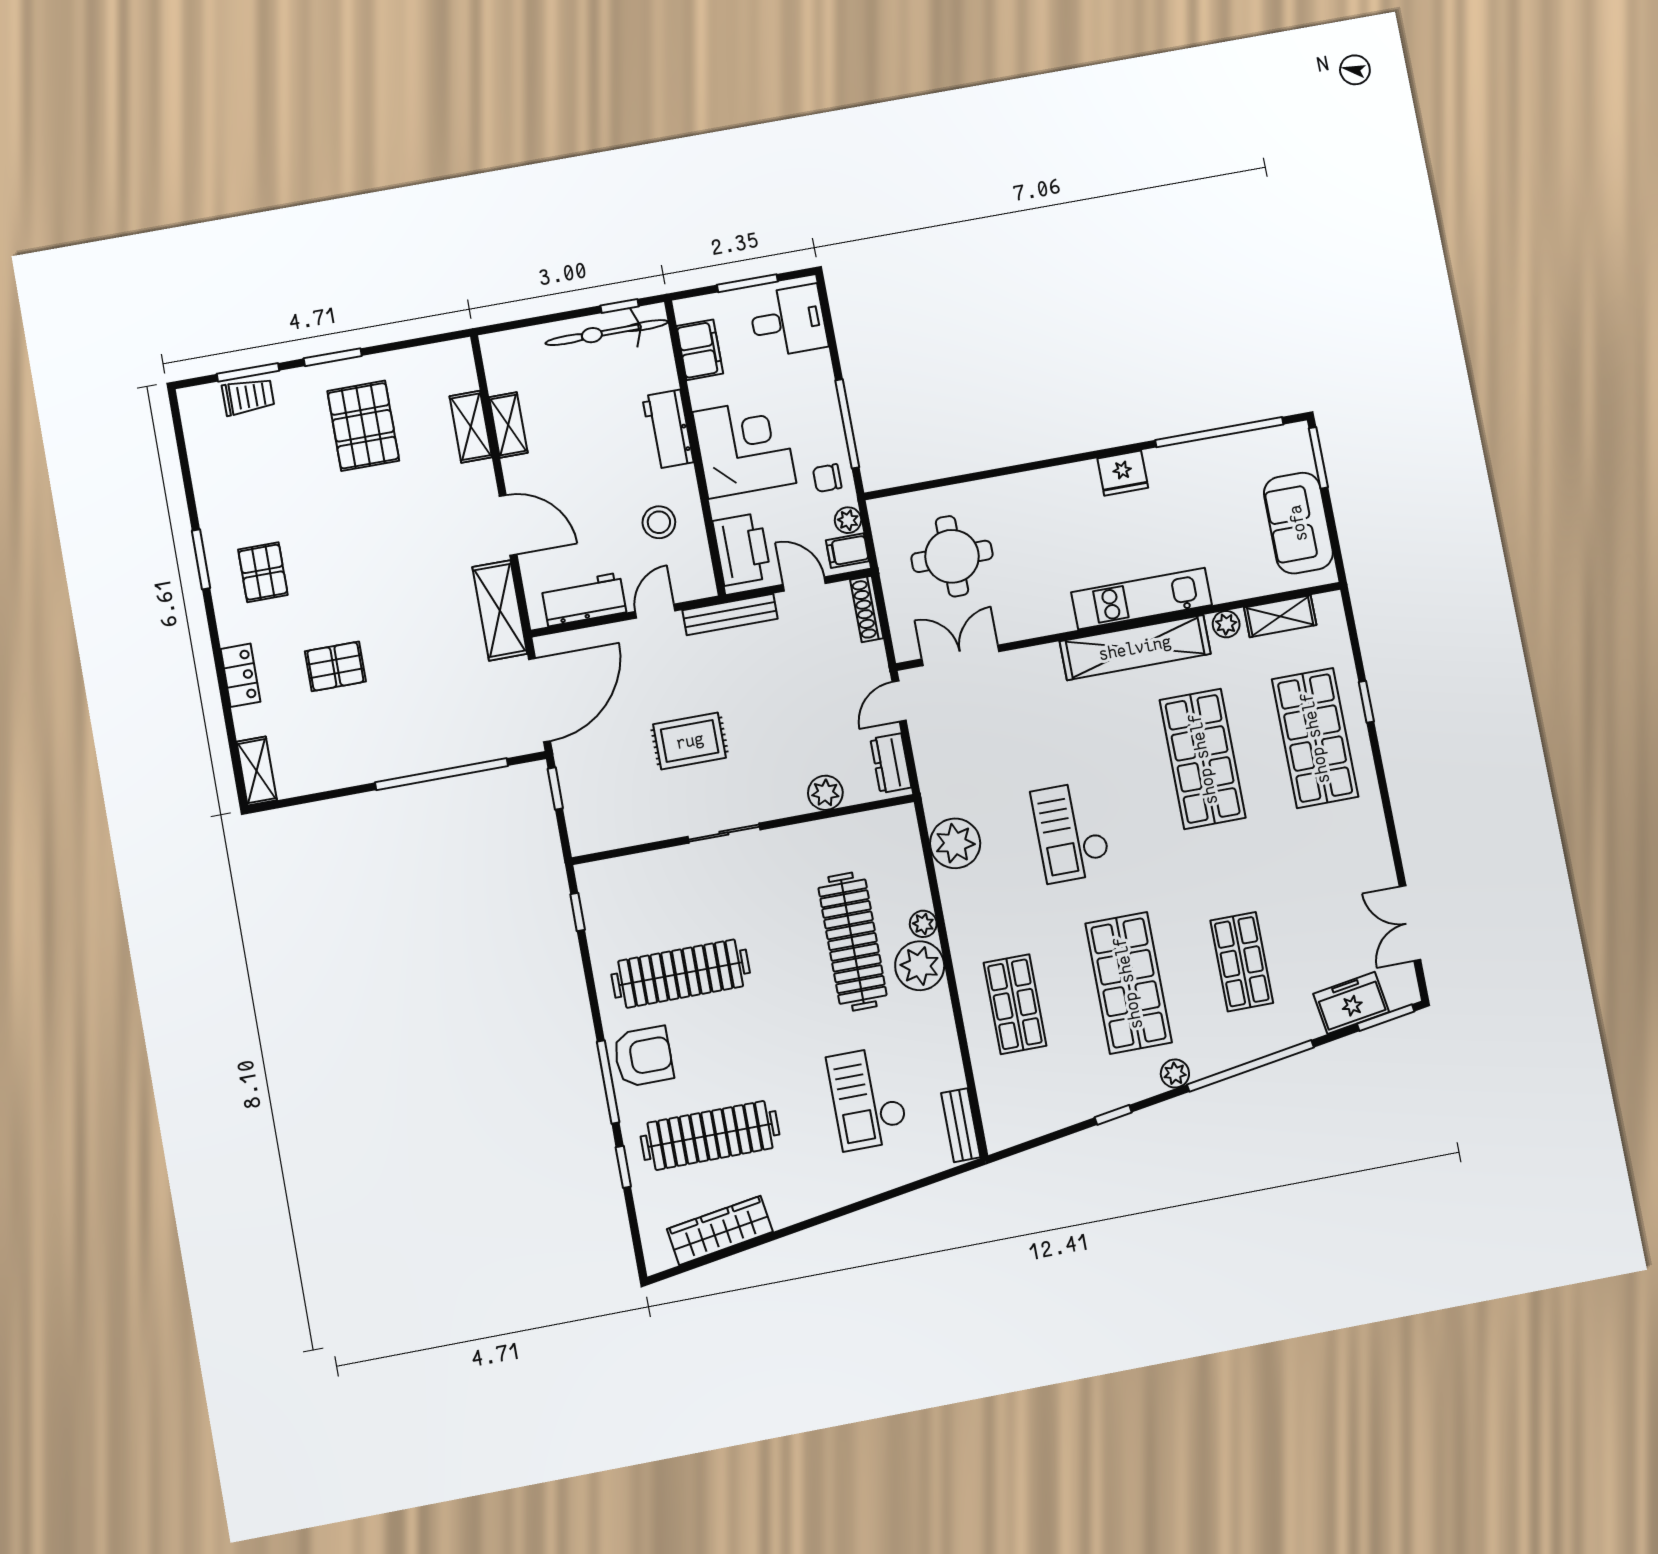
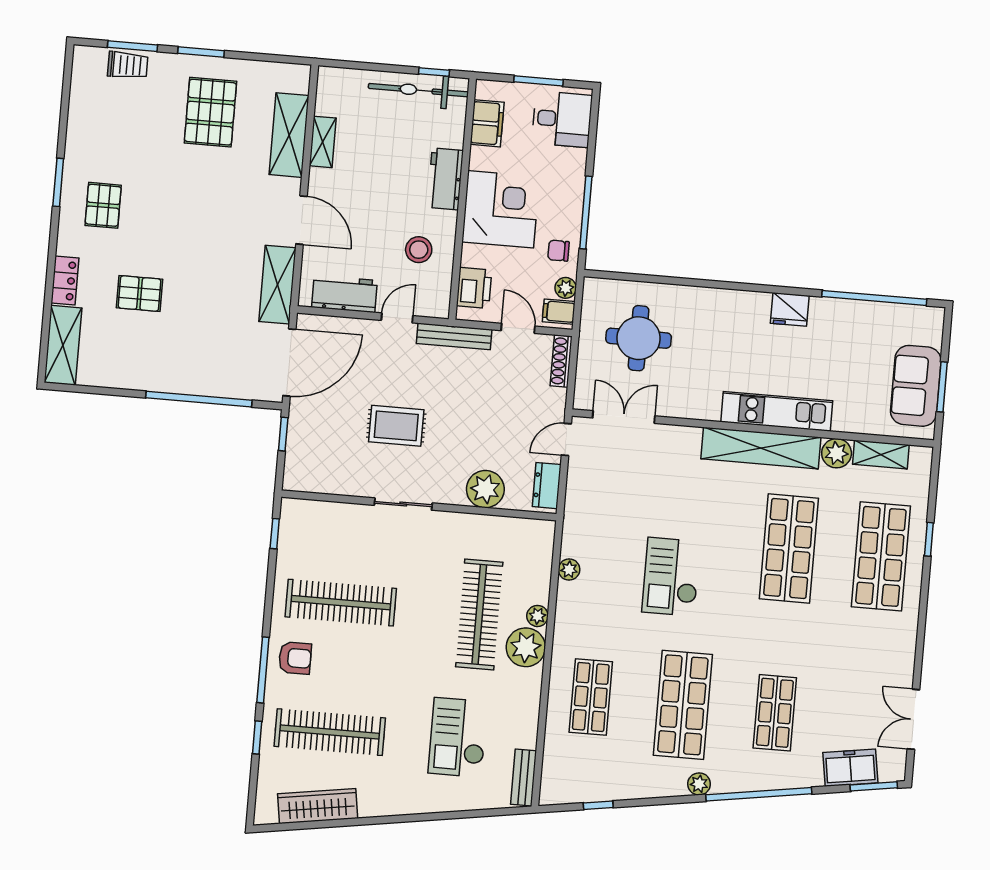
shelving: (471, 427) -> (289, 135), width x1.50, depth x1.33
window: (1318, 458) -> (942, 387), moved
printer: (742, 549) -> (474, 288), width x0.73, depth x0.84
plant: (1226, 624) -> (837, 453), width x1.38, depth x1.38
shelving: (257, 771) -> (63, 345), width x1.50, depth x1.33
plant: (825, 793) -> (485, 489), width x1.36, depth x1.36
plant: (955, 843) -> (569, 569), width x0.53, depth x0.53
armchair: (643, 1057) -> (295, 658), width x0.72, depth x0.72
window: (1113, 1115) -> (598, 805), moved

